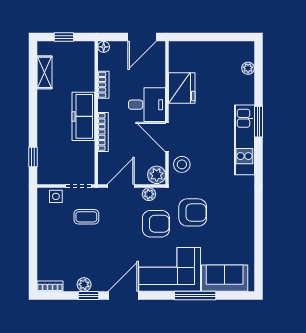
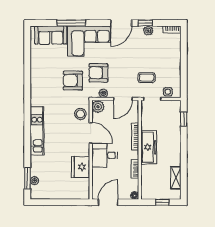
window: (258, 122) -> (27, 178), moved

